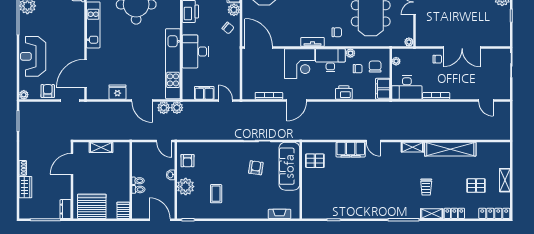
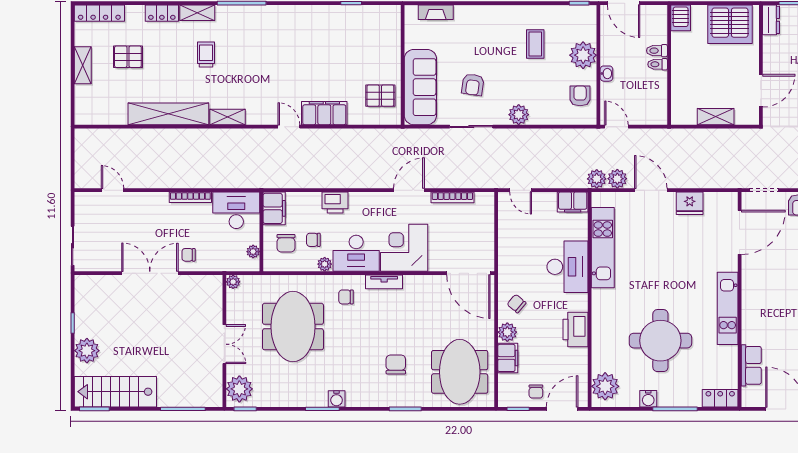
kitchen unit: (173, 64) -> (603, 248), width x0.73
filing cabinet: (204, 93) -> (573, 202), moved
plant: (227, 149) -> (519, 115), added

